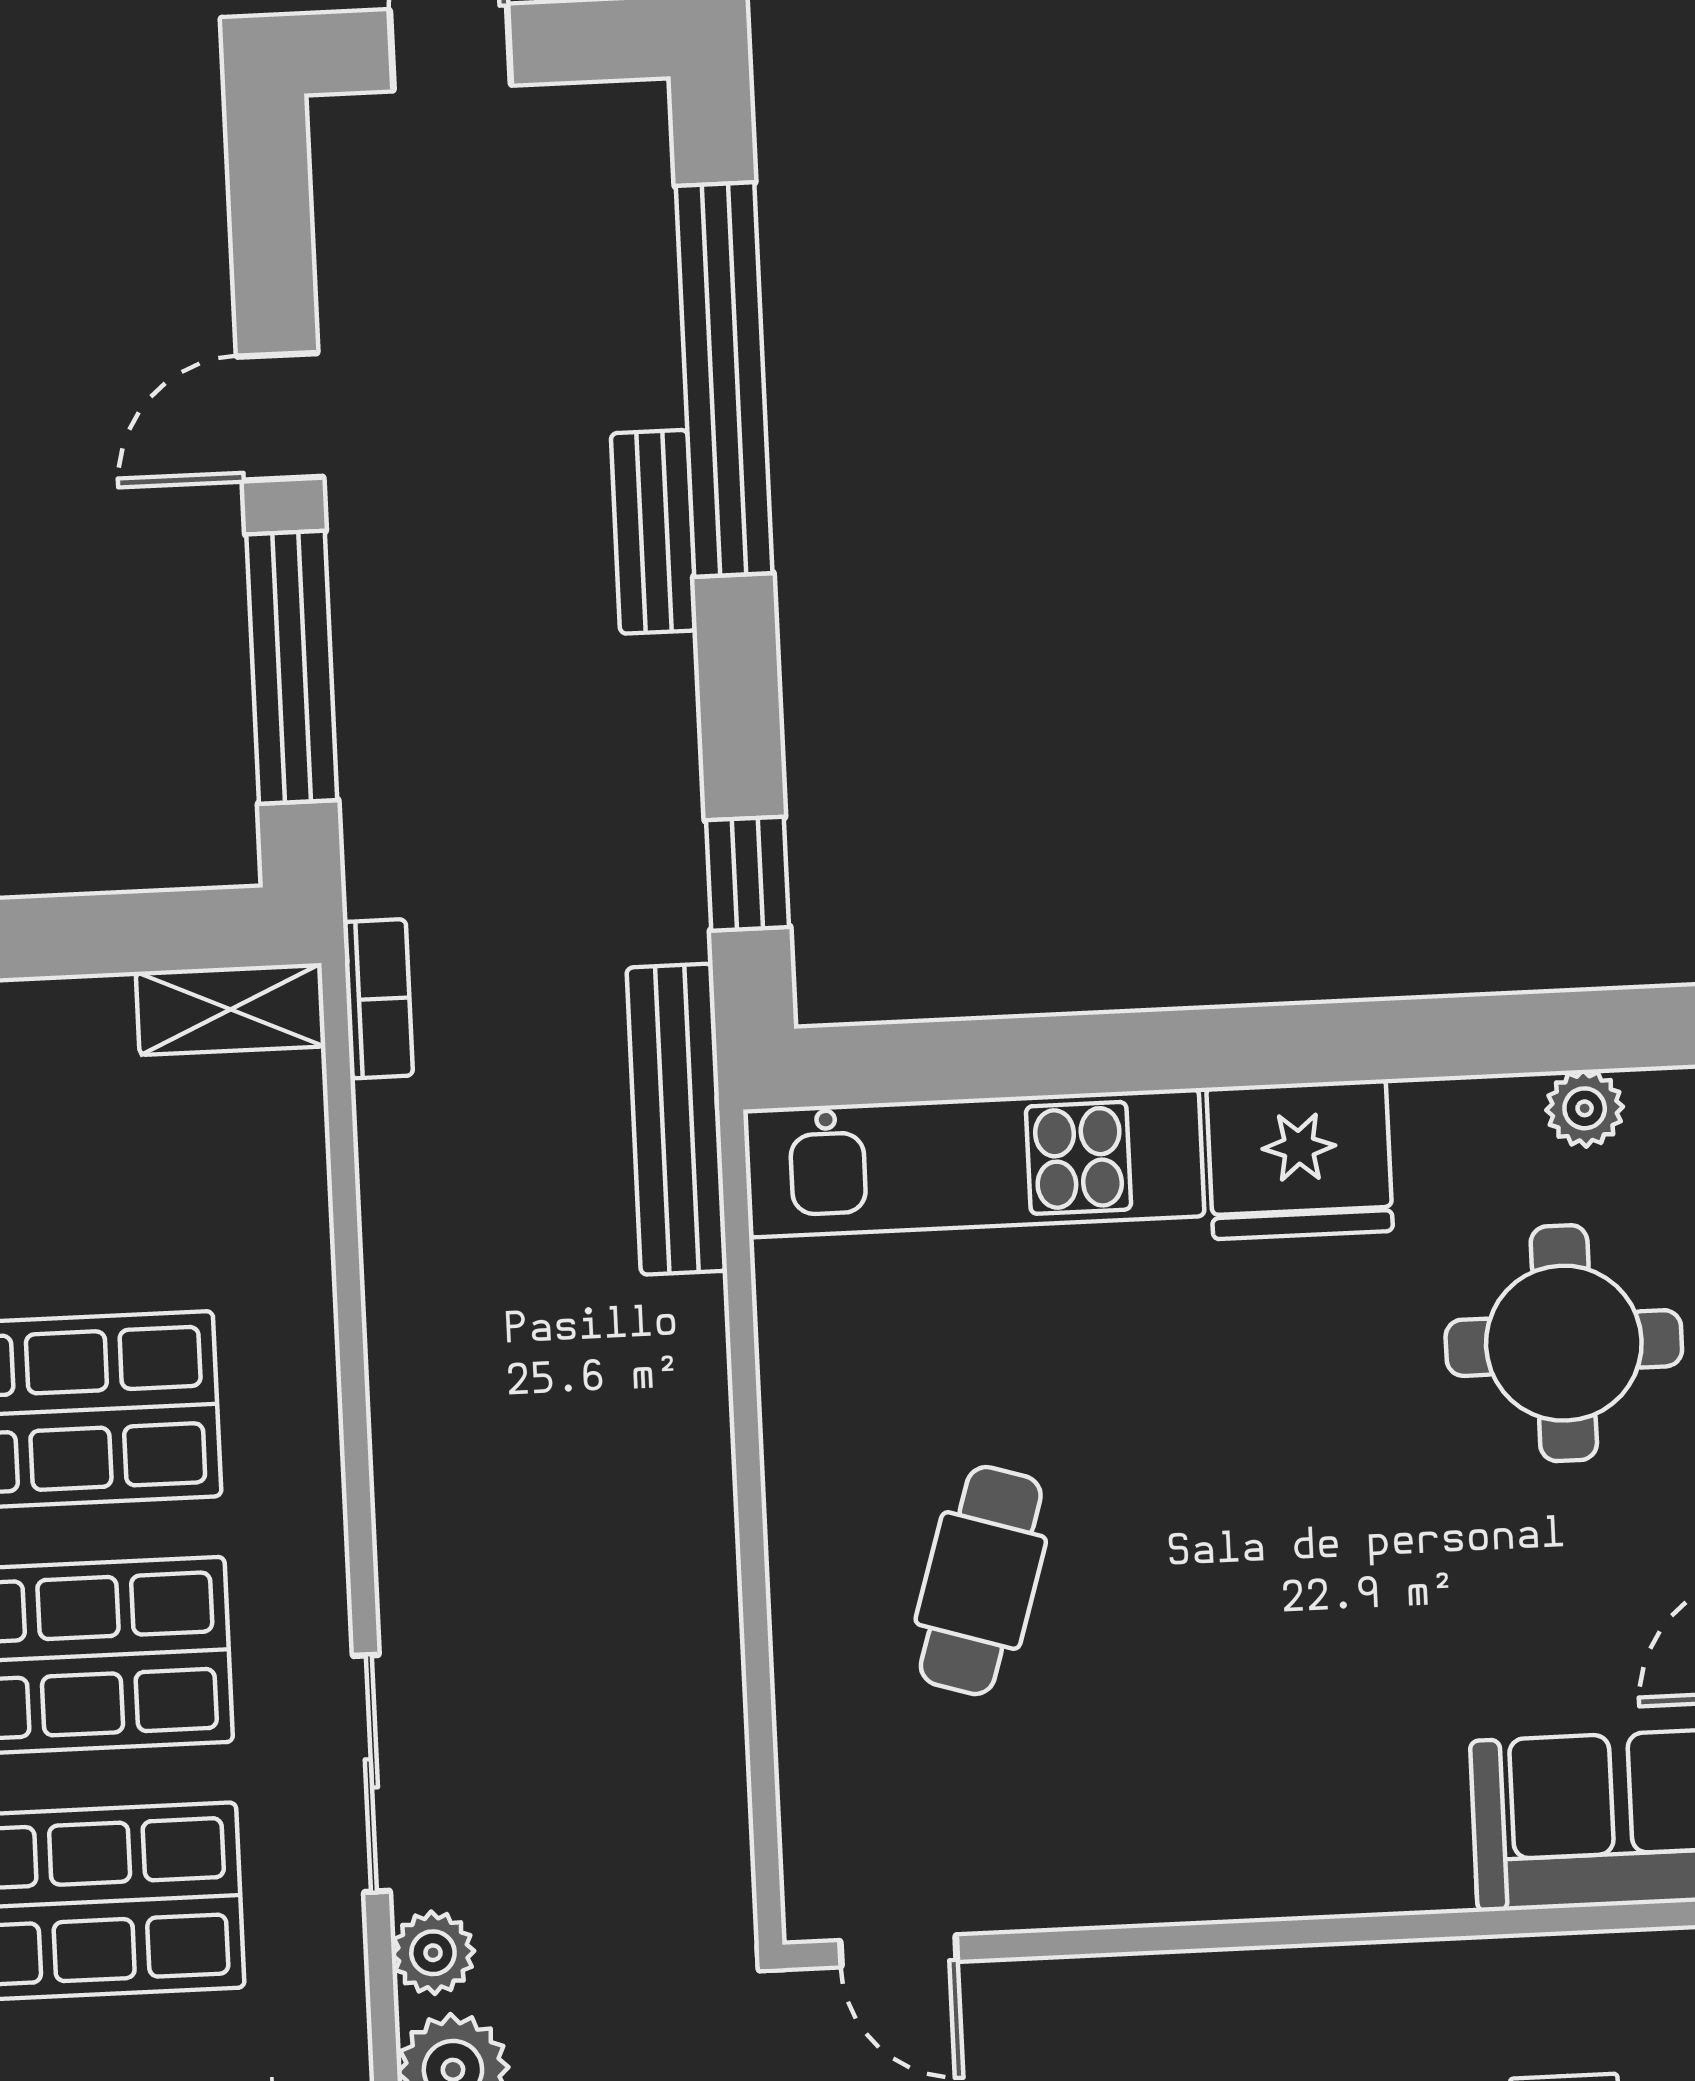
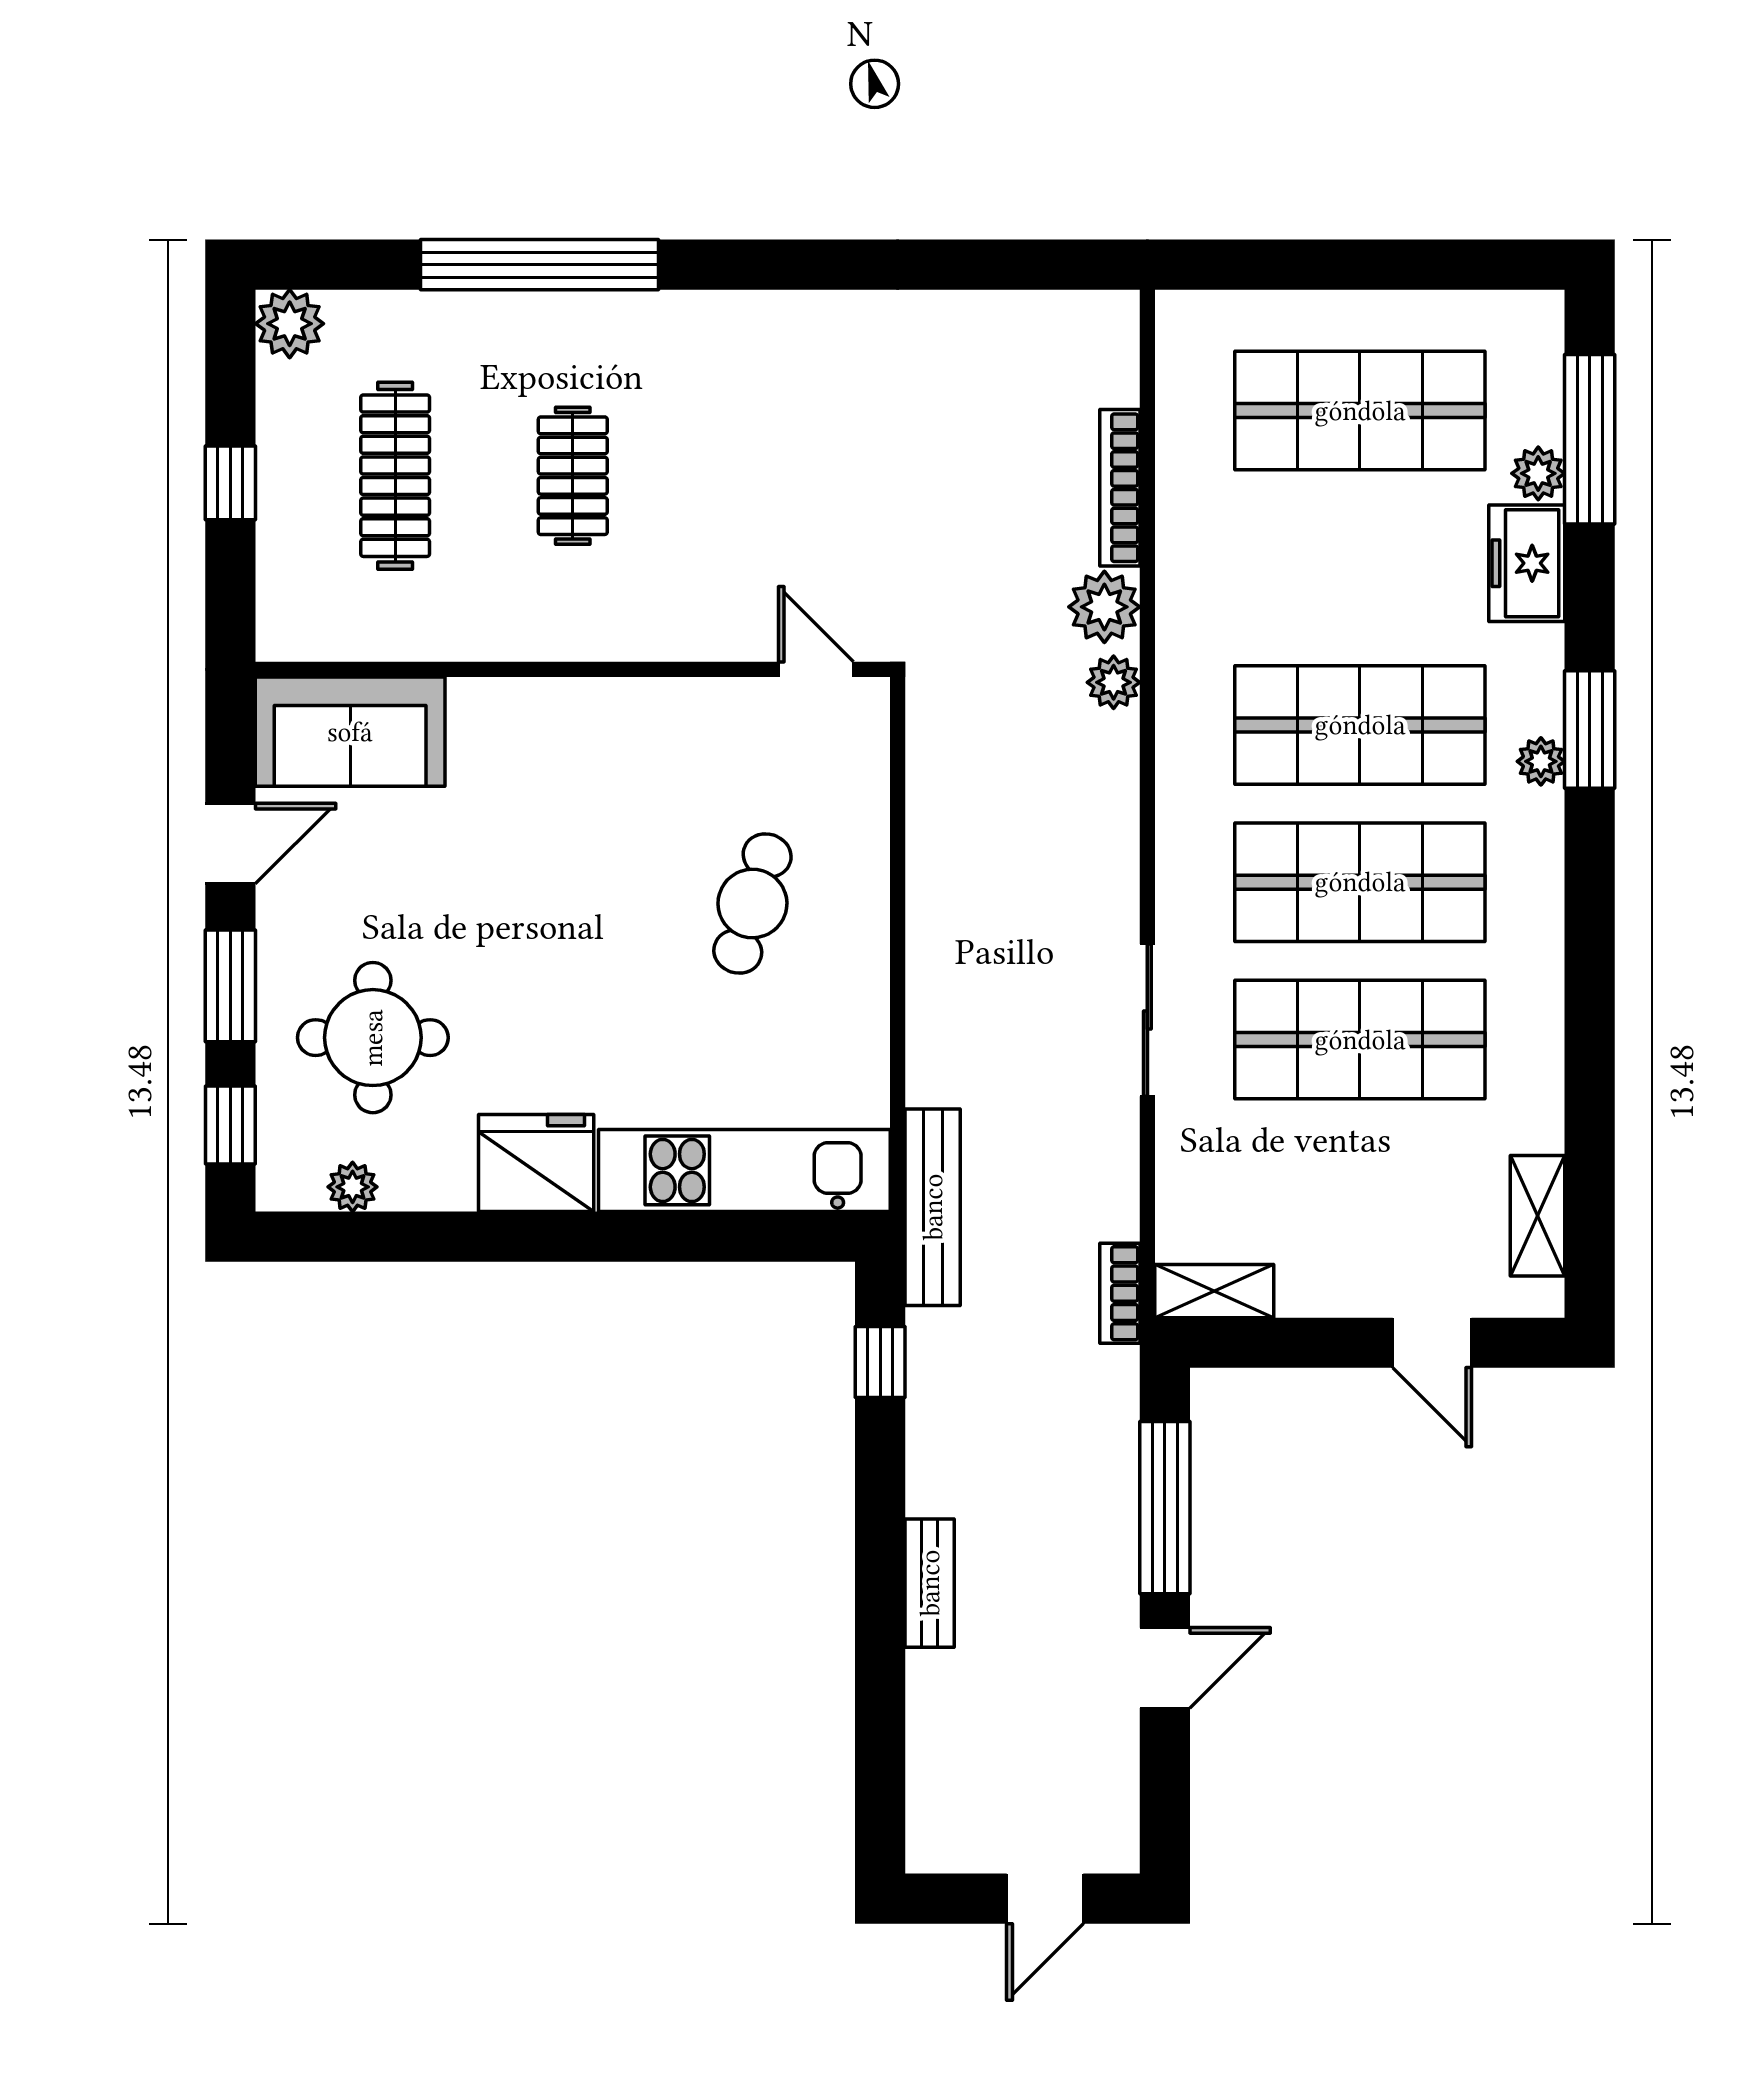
window: (724, 379) -> (880, 1678), removed
sliding door: (371, 1773) -> (1147, 1020), moved

